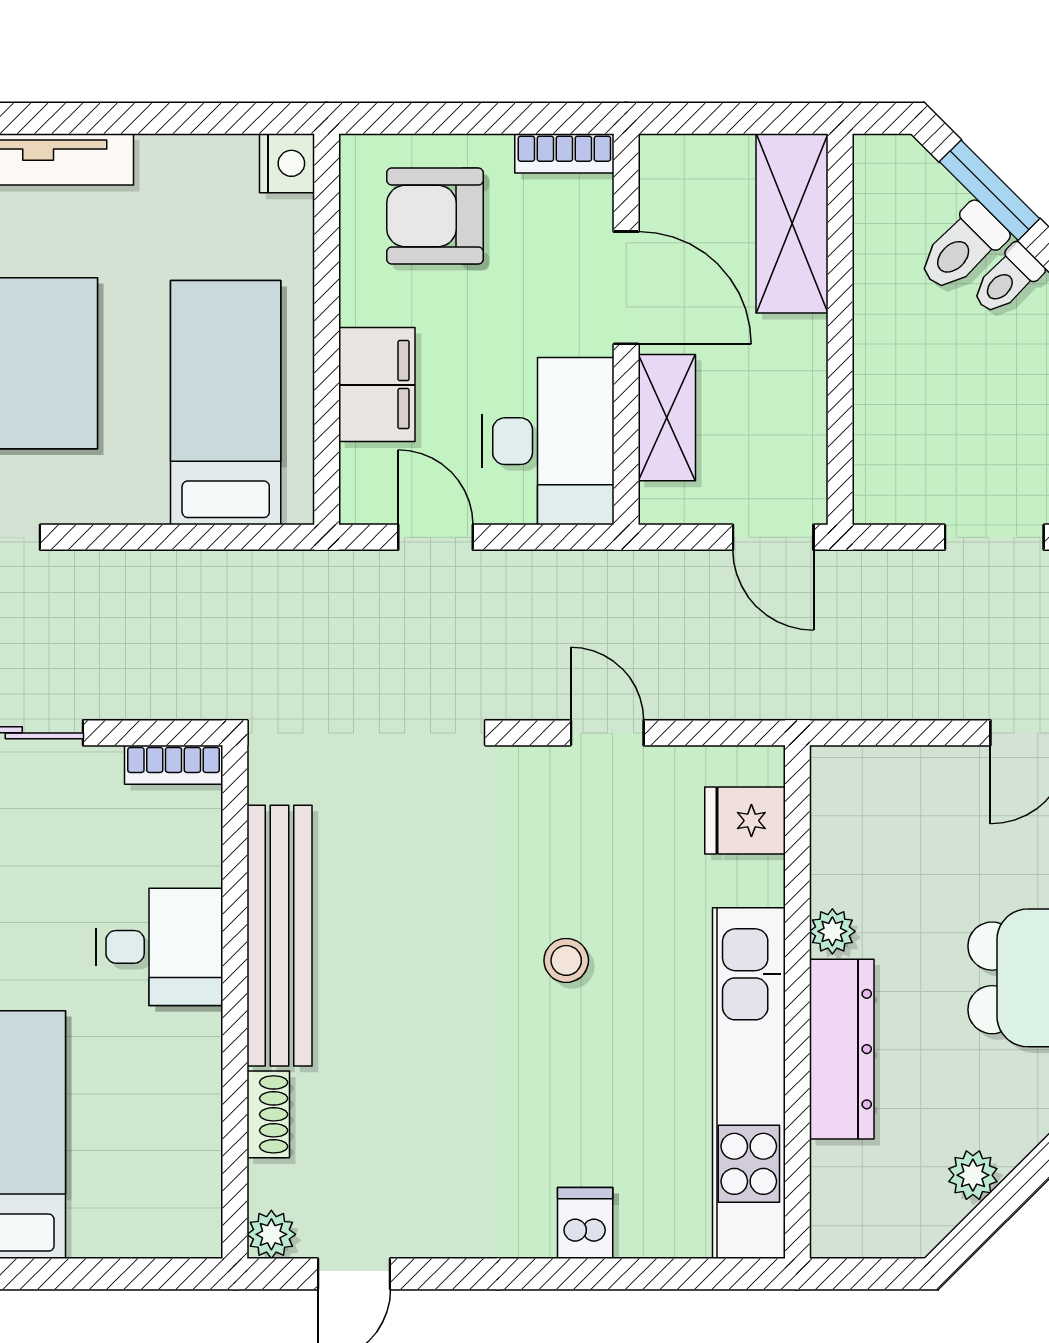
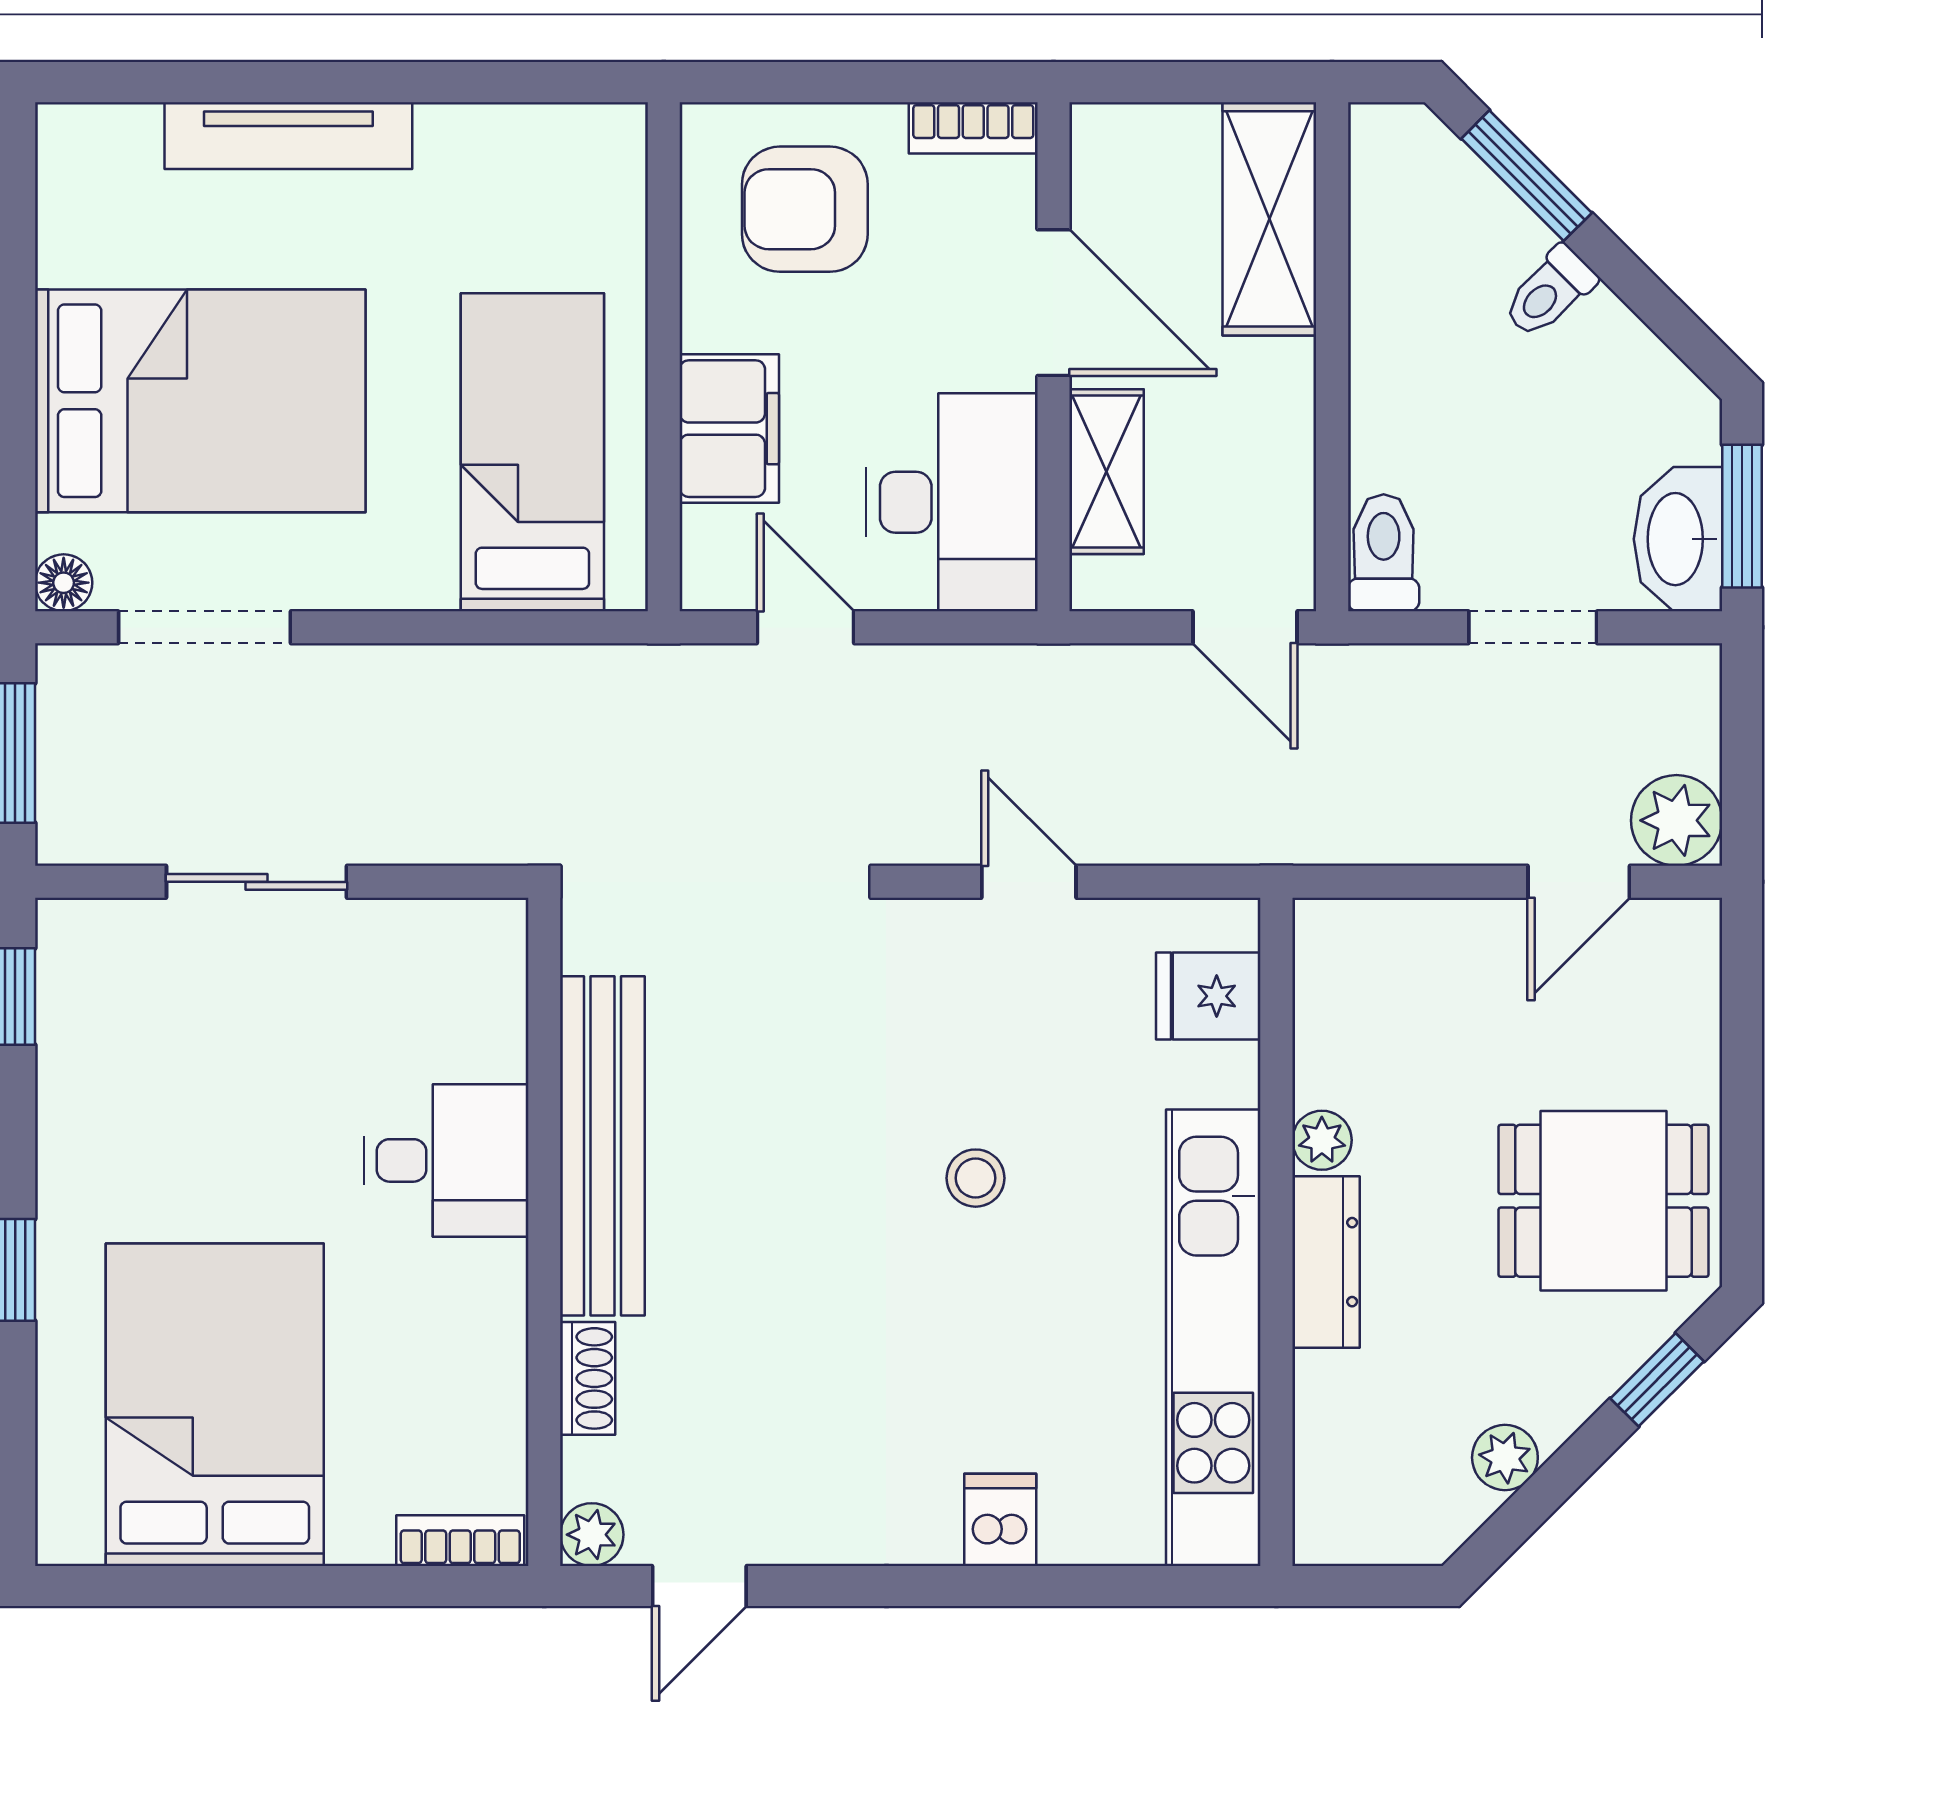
nightstand: (287, 163) -> (612, 141), removed
toilet: (962, 248) -> (1384, 553), moved, turned 135
bookcase: (174, 765) -> (460, 1541), moved, turned 180
dresser: (842, 1049) -> (1326, 1262), width x0.73, depth x0.80

